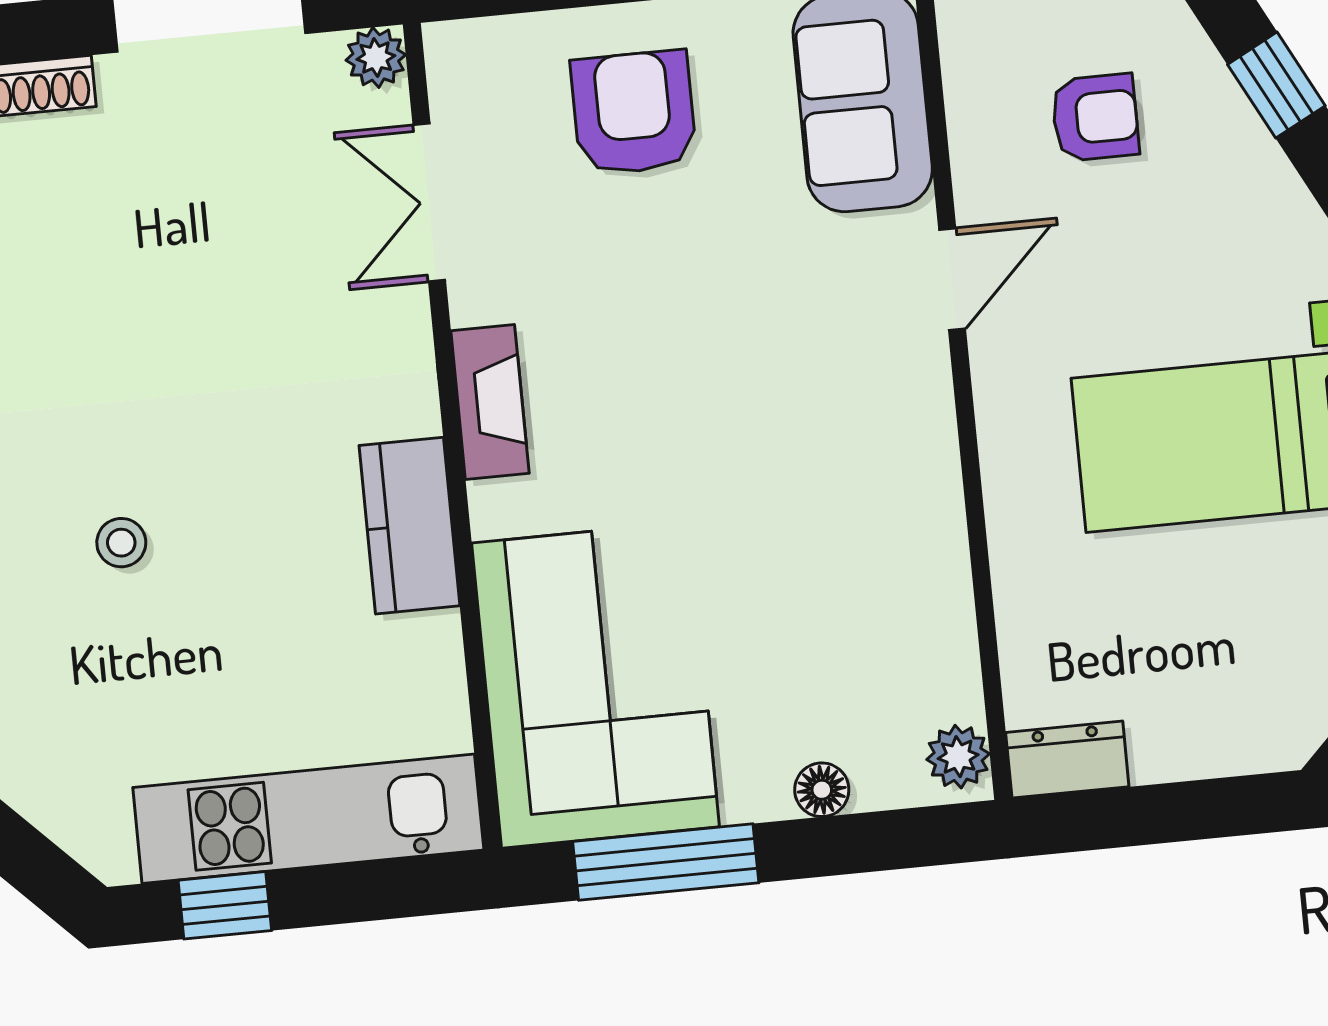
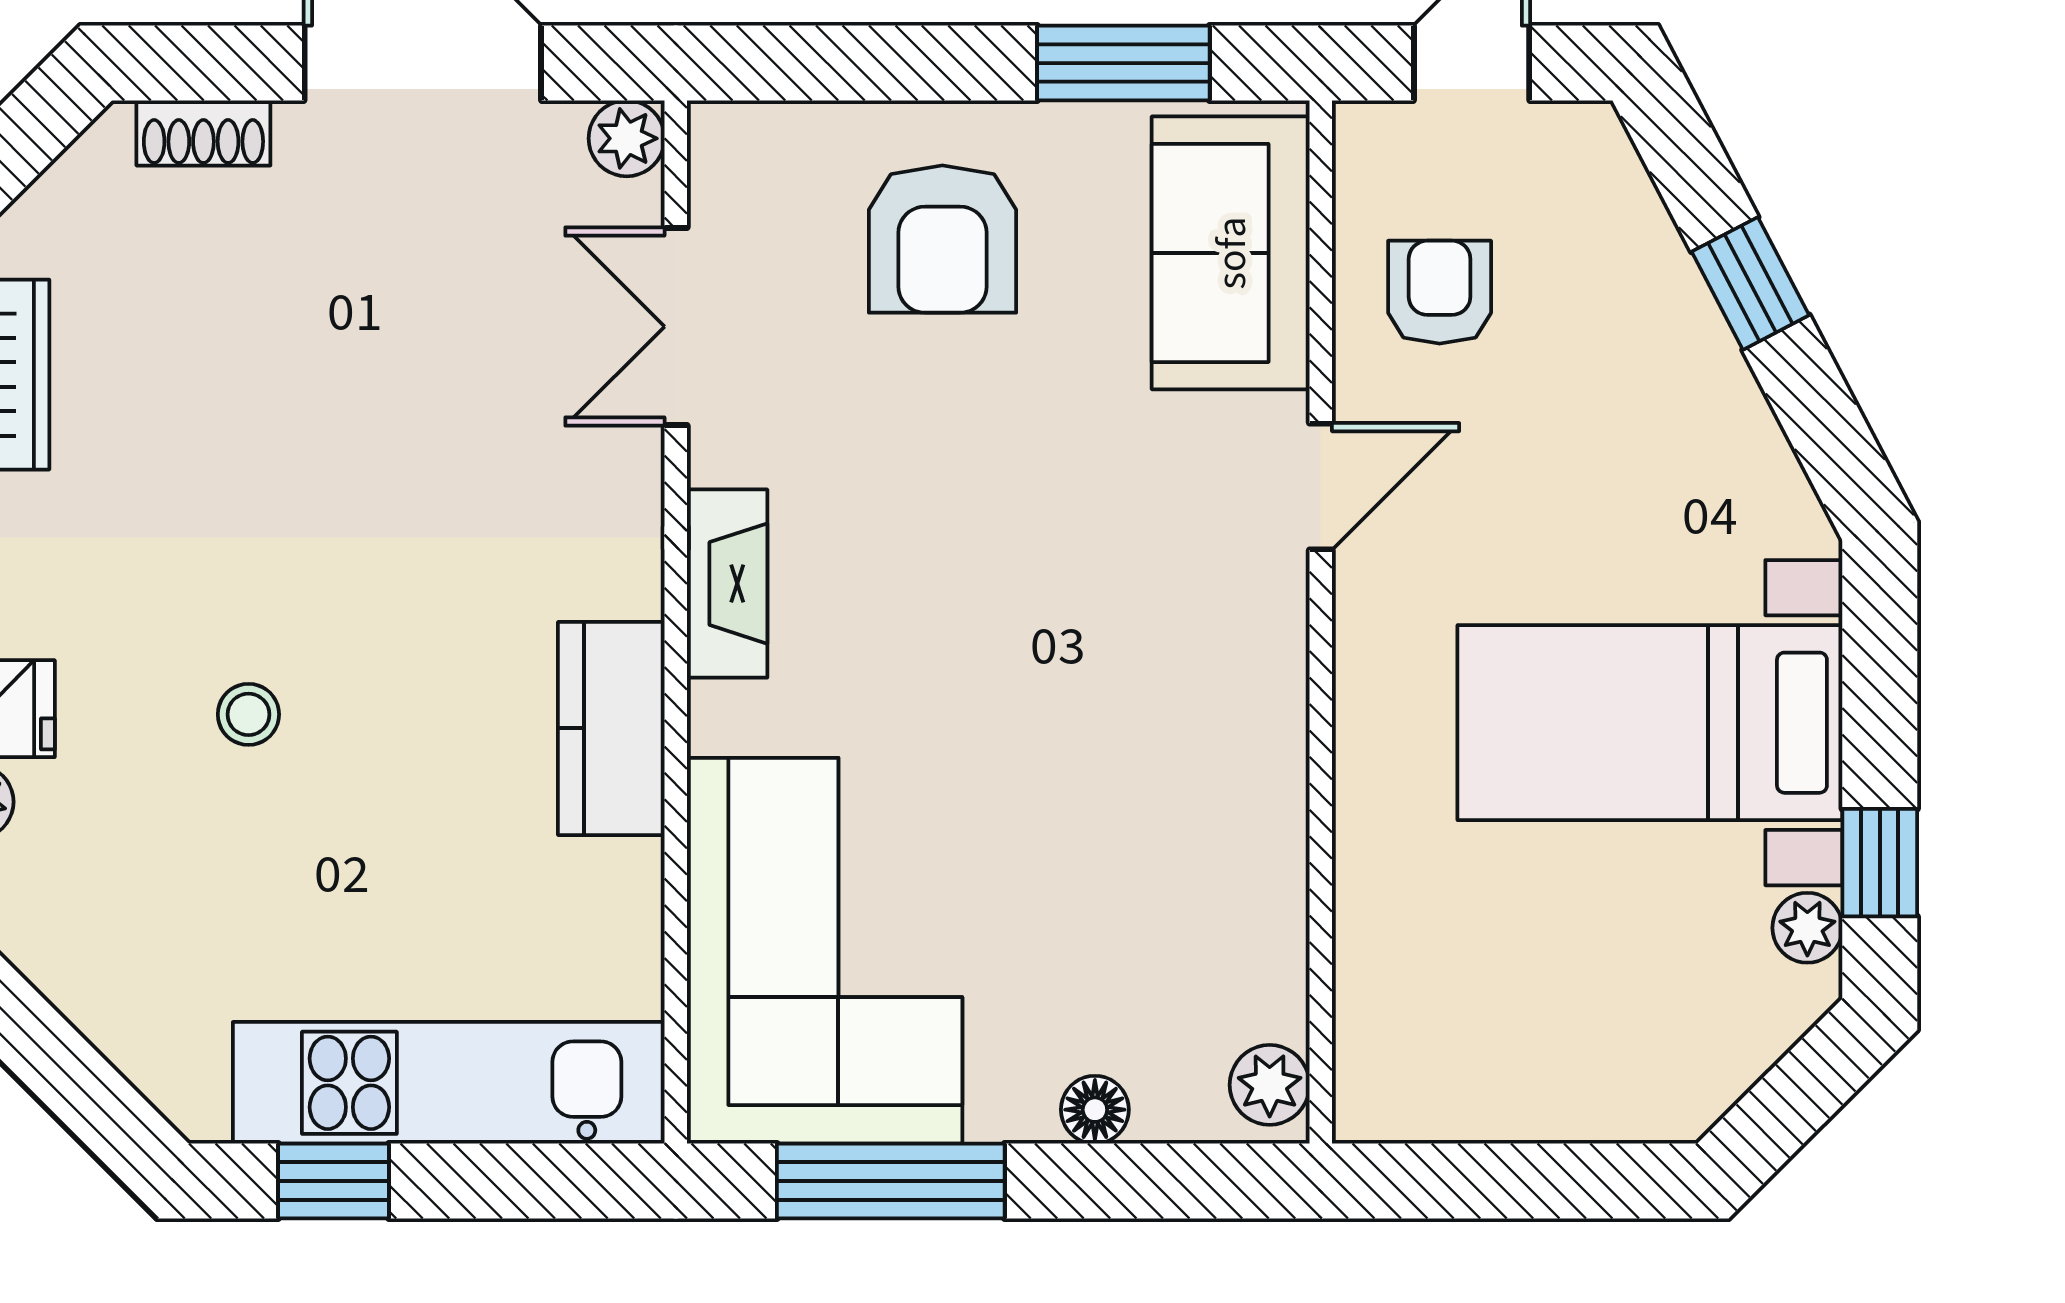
armchair: (634, 113) -> (942, 239), turned 180
armchair: (1095, 117) -> (1440, 292), moved, turned -90
dresser: (1067, 760) -> (1406, 1102), removed

